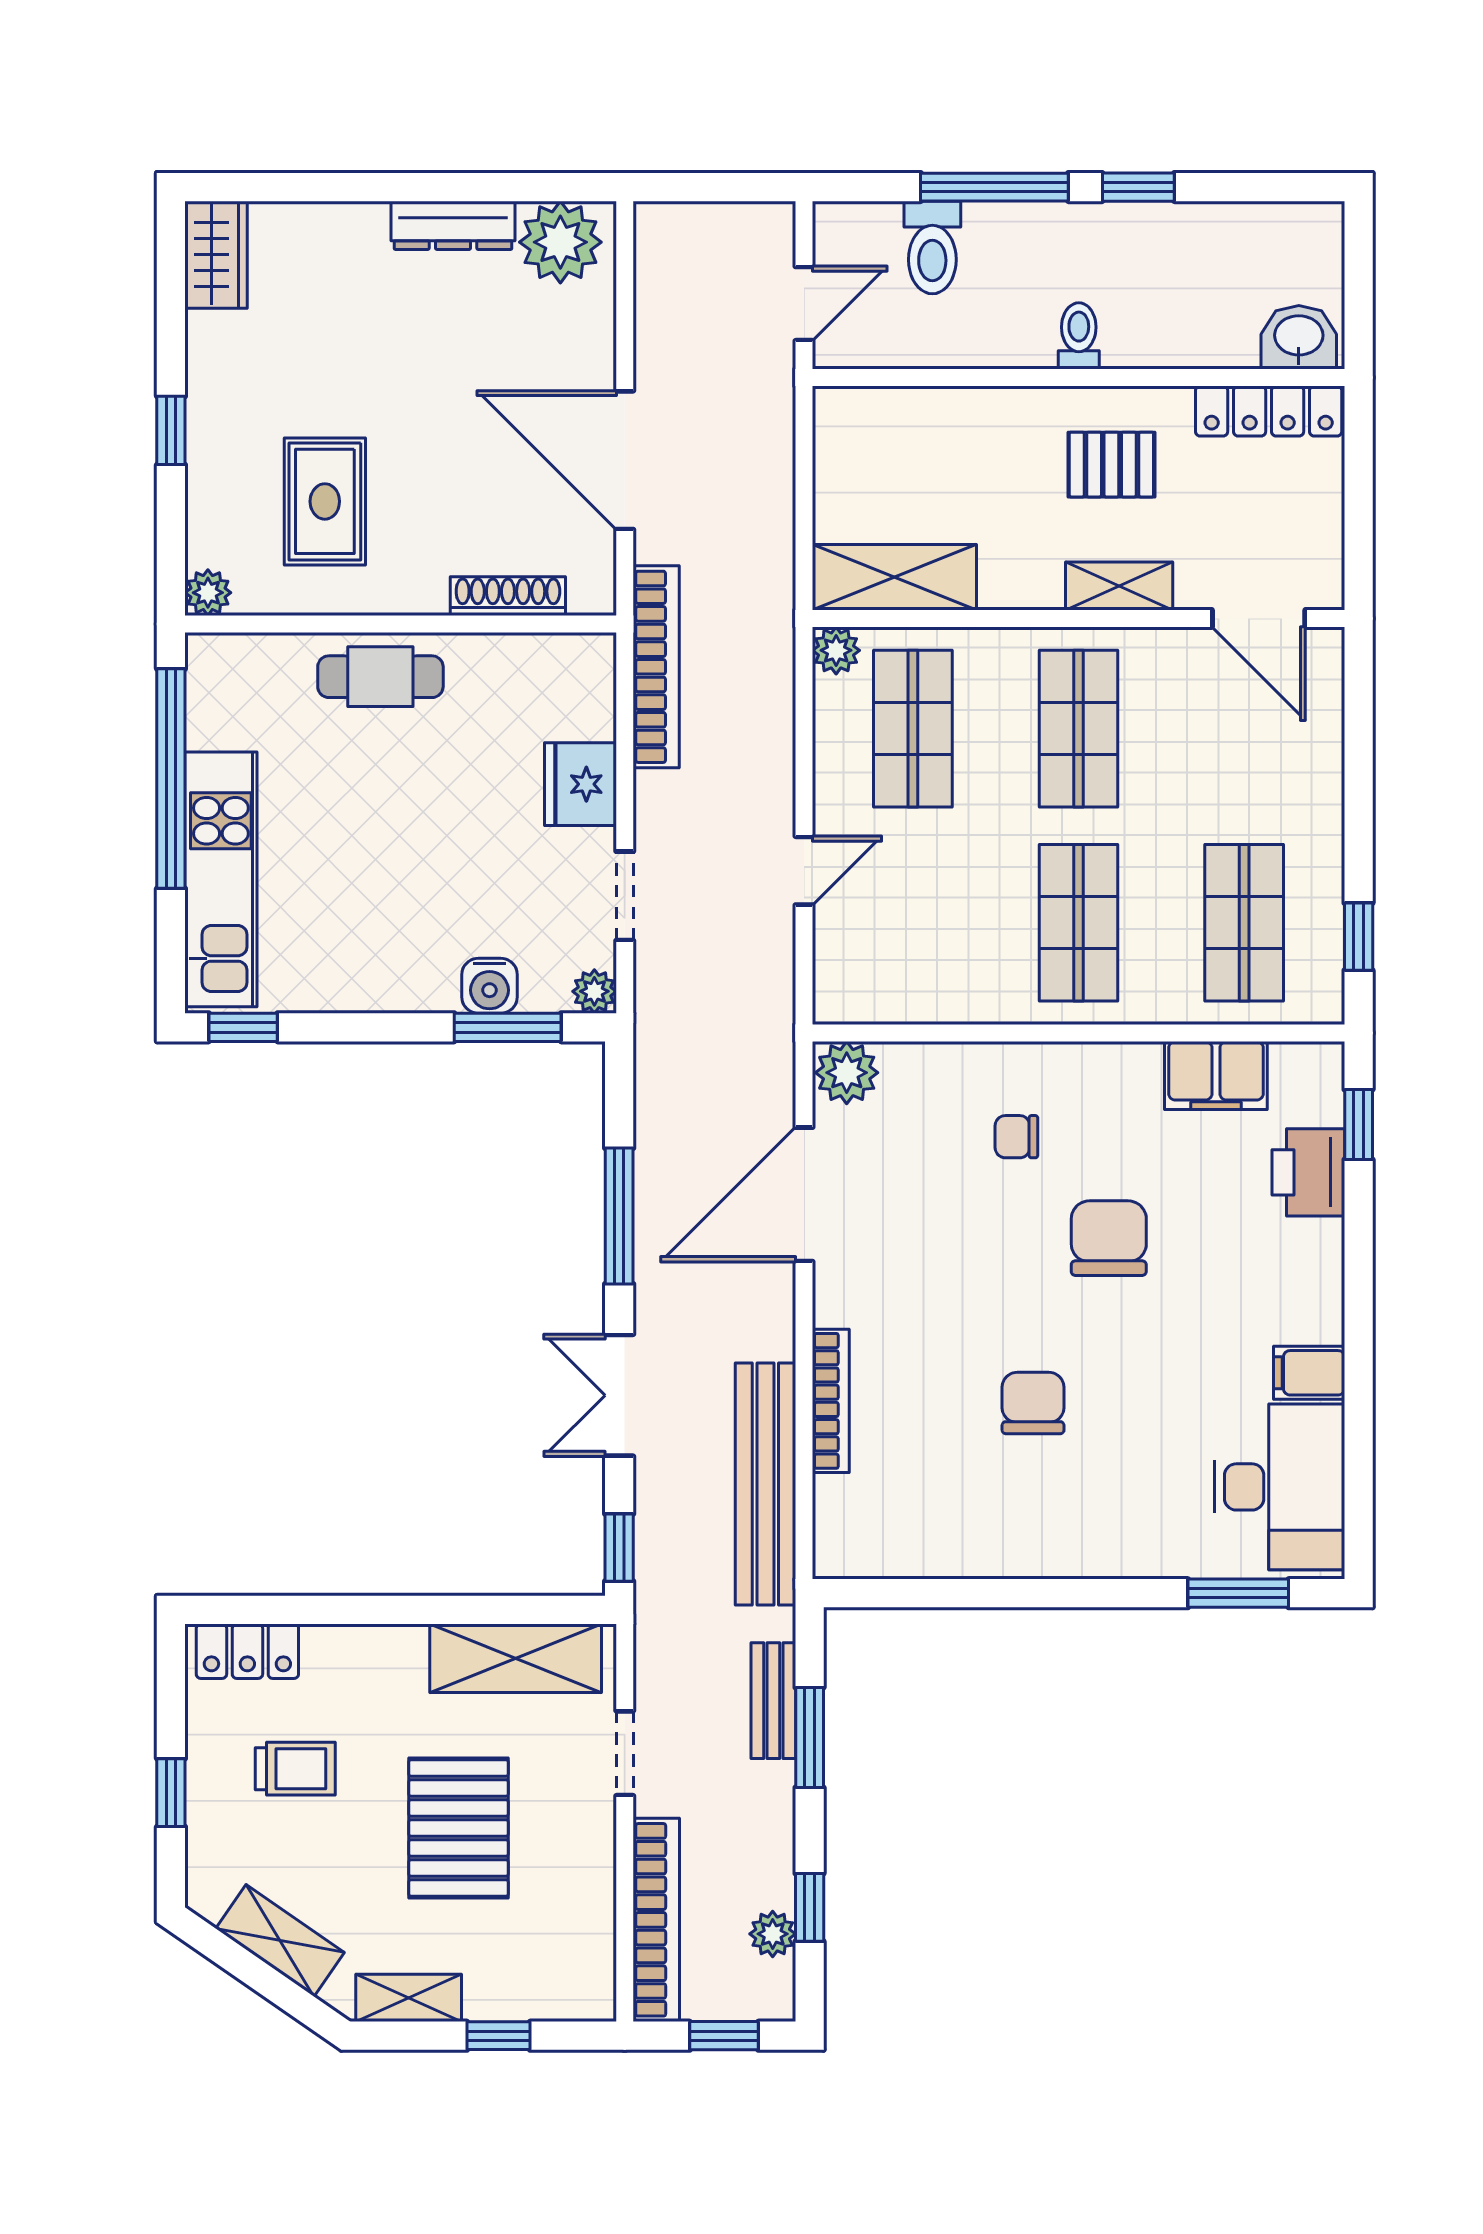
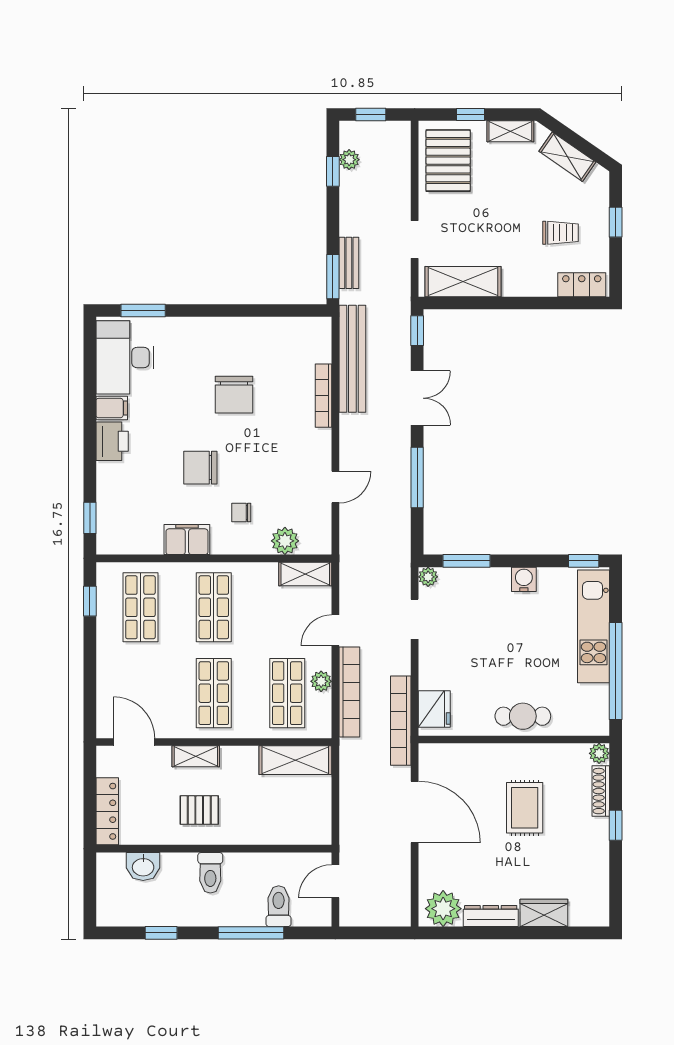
window: (1138, 187) -> (161, 933), moved
wardrobe: (216, 255) -> (544, 913), moved, turned 90
toilet: (1079, 336) -> (210, 873), width x1.37, depth x1.39
washbasin: (1299, 337) -> (143, 866), moved
locker: (1269, 411) -> (107, 811), moved, turned 90
rug: (325, 501) -> (525, 808), moved
shoe rack: (508, 596) -> (601, 791), moved, turned 90
plant: (836, 650) -> (321, 681), moved
fridge: (581, 784) -> (434, 709), moved
water cooler: (490, 986) -> (524, 579), moved
shelving: (872, 998) -> (305, 574), added
plant: (847, 1073) -> (285, 541), moved
filing cabinet: (1216, 1076) -> (187, 540), moved
chair: (1016, 1137) -> (241, 513), turned 180
printer: (1308, 1172) -> (112, 441), moved
door: (804, 1194) -> (335, 487), width x0.53
chair: (1109, 1238) -> (200, 468), turned 90
chair: (1033, 1403) -> (234, 395), width x1.37, depth x1.37
window: (810, 1737) -> (333, 277), moved
trolley: (295, 1769) -> (561, 233), turned 180
pallet: (458, 1828) -> (448, 161), moved
bookcase: (656, 1920) -> (349, 692), moved, turned 180

